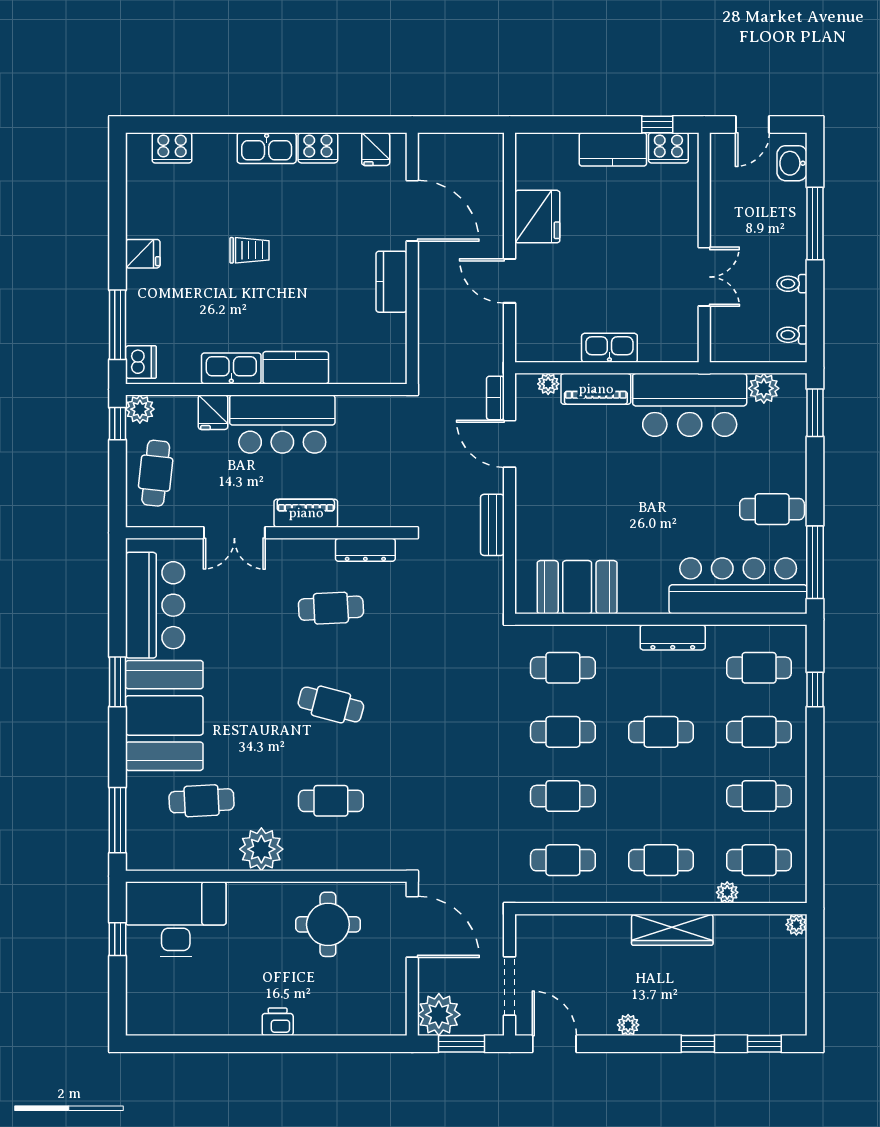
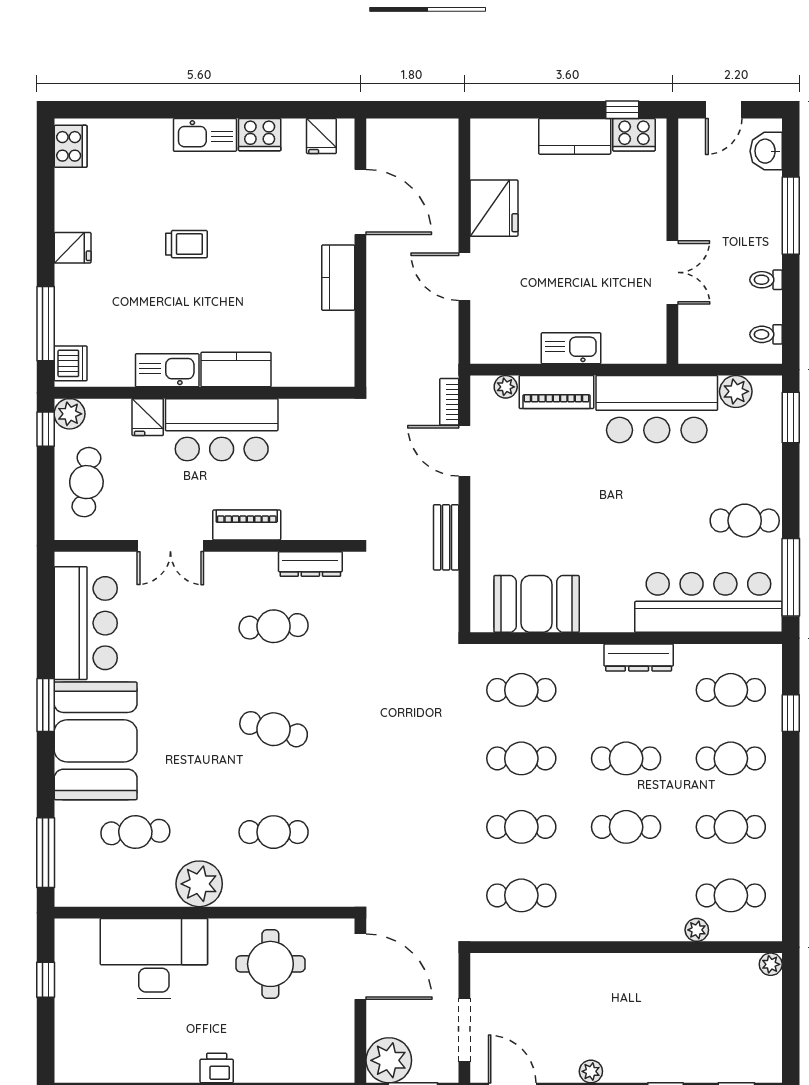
cooker: (172, 148) -> (71, 146), moved, turned -90
cafe table: (661, 860) -> (626, 827), moved
desk: (176, 919) -> (154, 958), moved
wardrobe: (672, 930) -> (638, 970), removed

